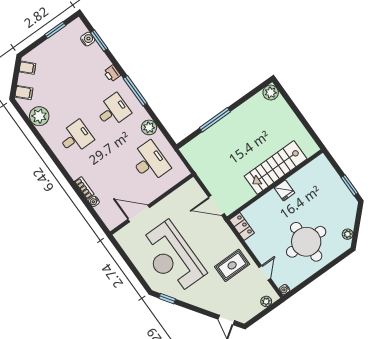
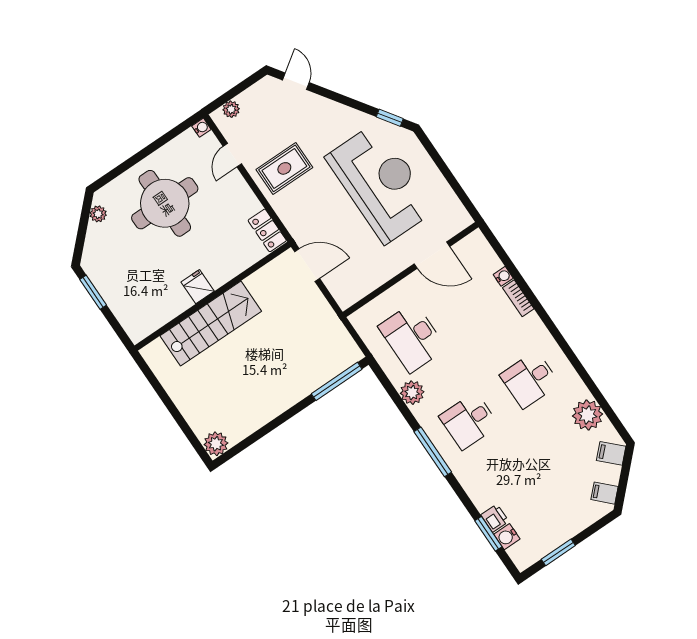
printer: (112, 73) -> (495, 518), moved
window: (215, 120) -> (337, 381), moved

